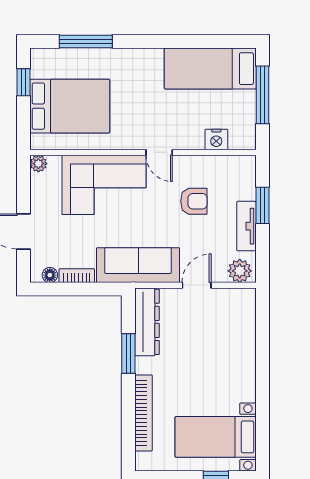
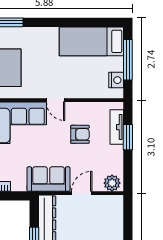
nightstand: (216, 140) -> (116, 80), moved, turned -90
tv unit: (246, 226) -> (117, 127), moved
sofa: (138, 265) -> (49, 179), width x0.73

